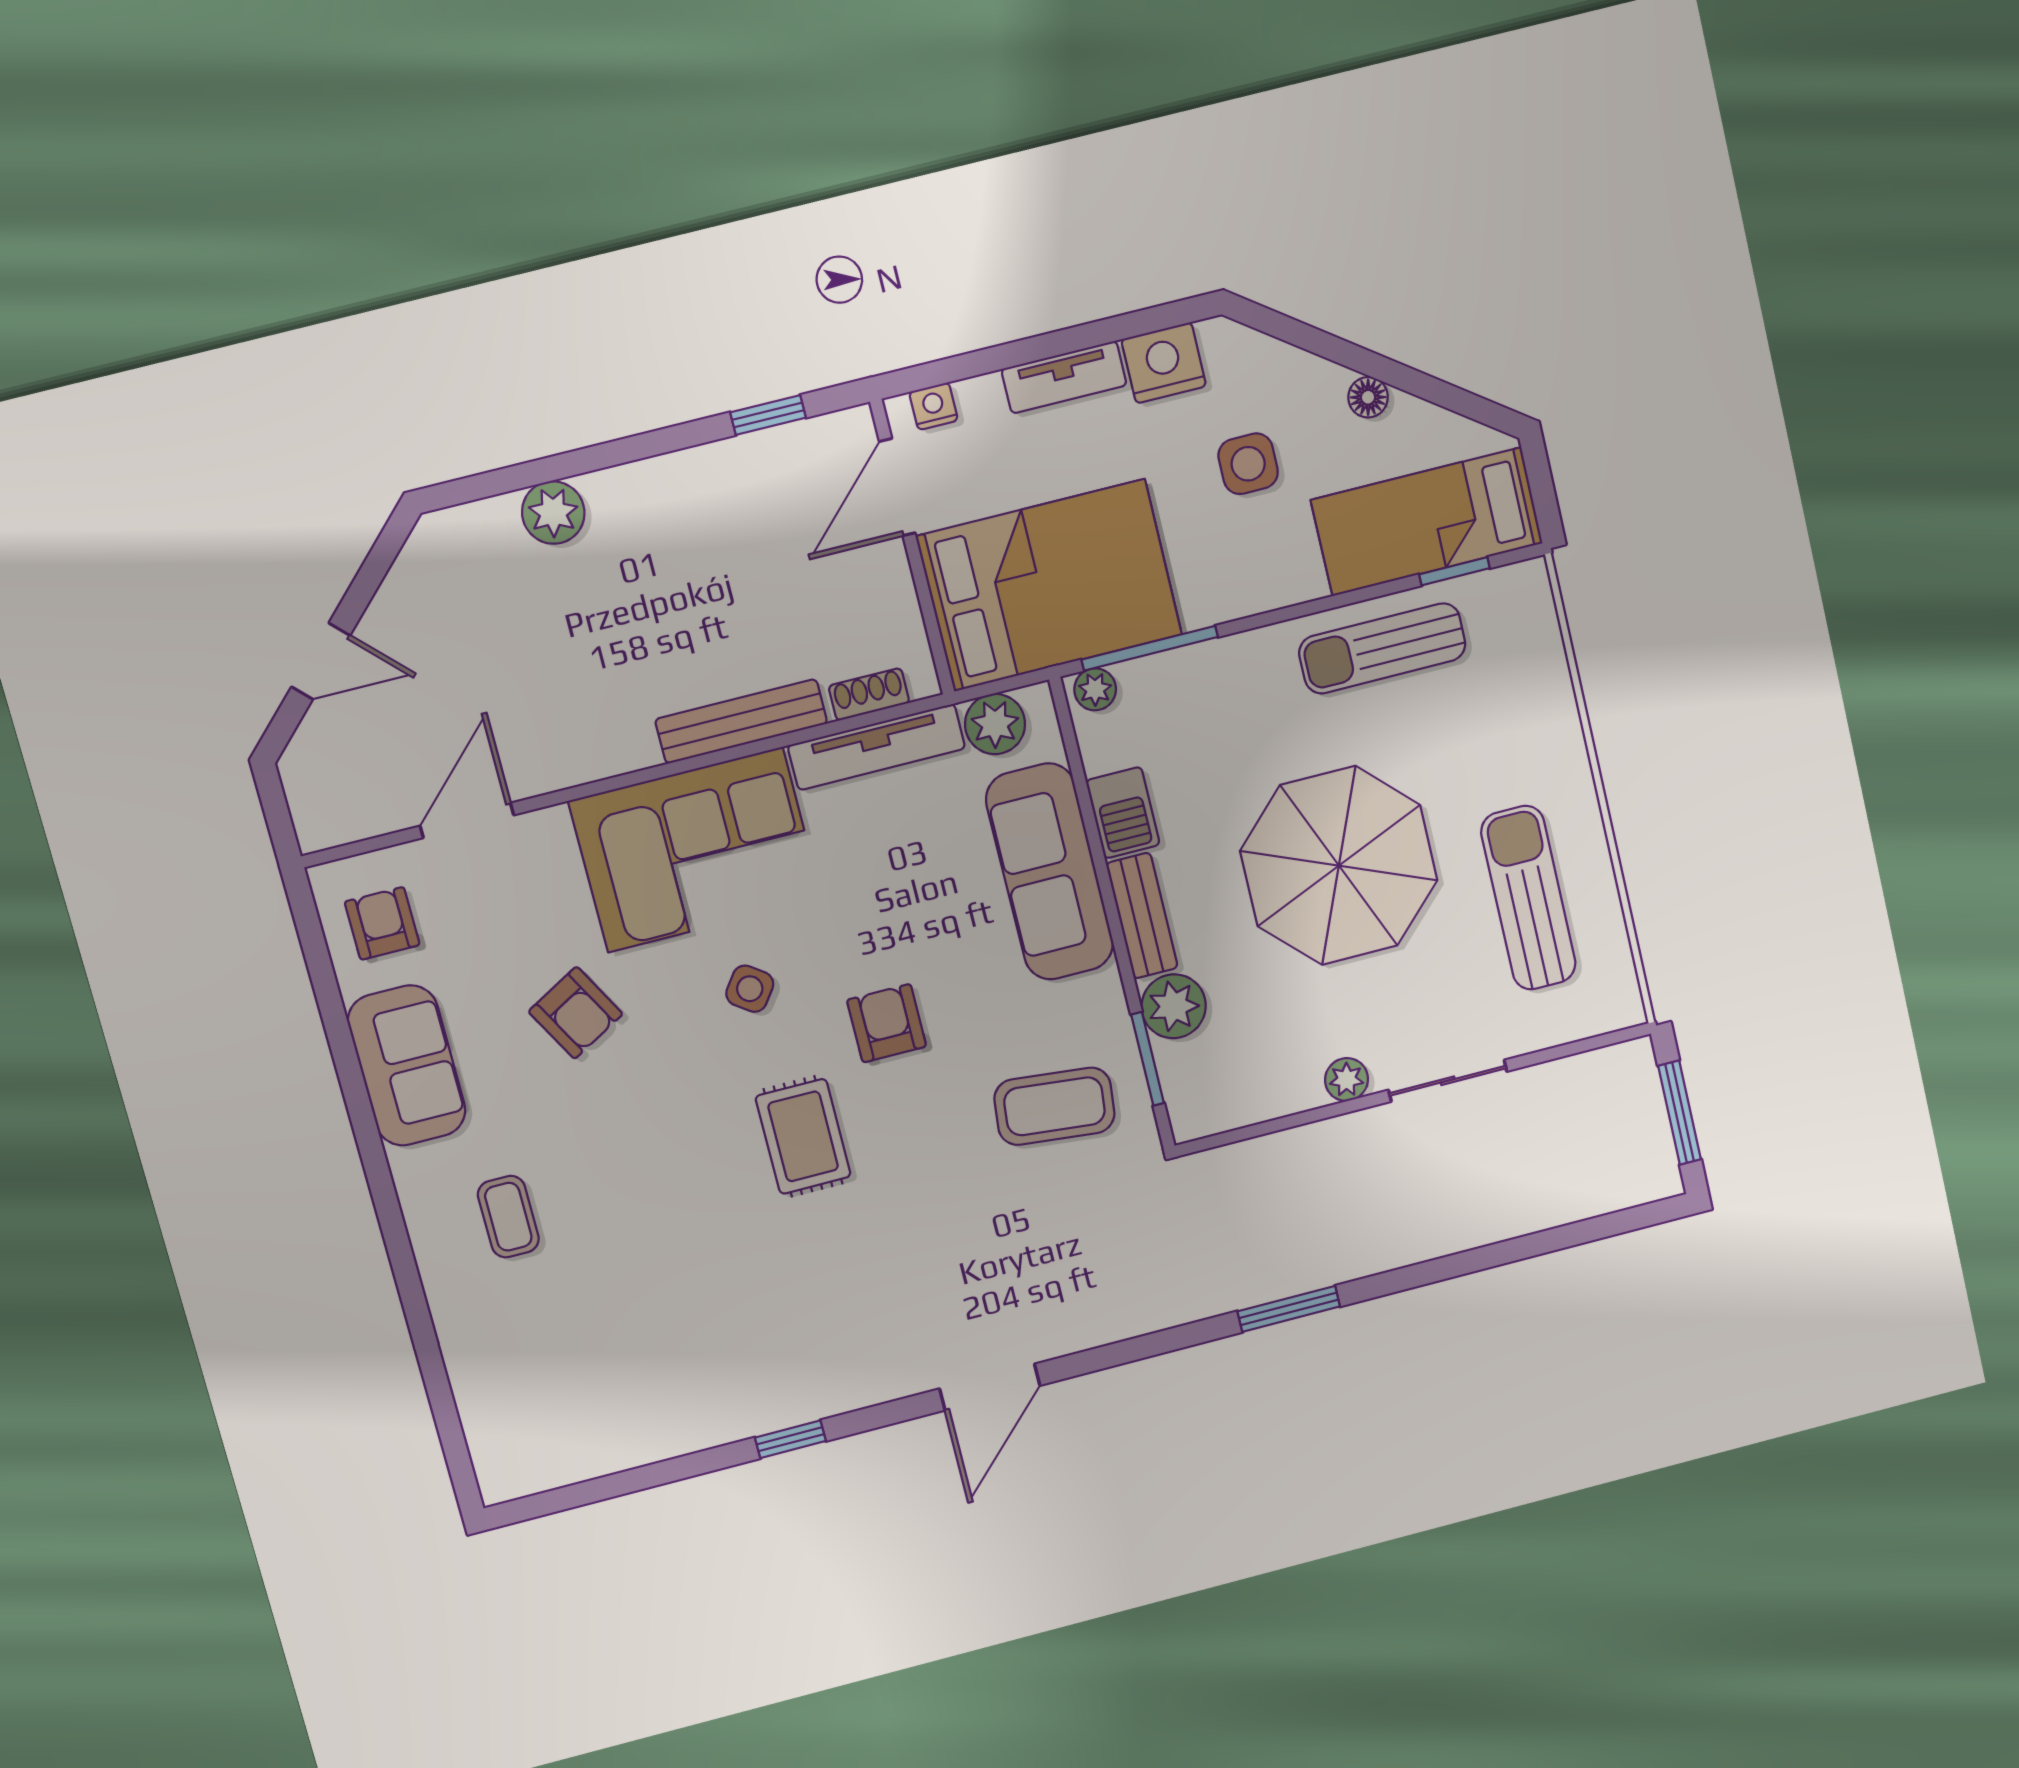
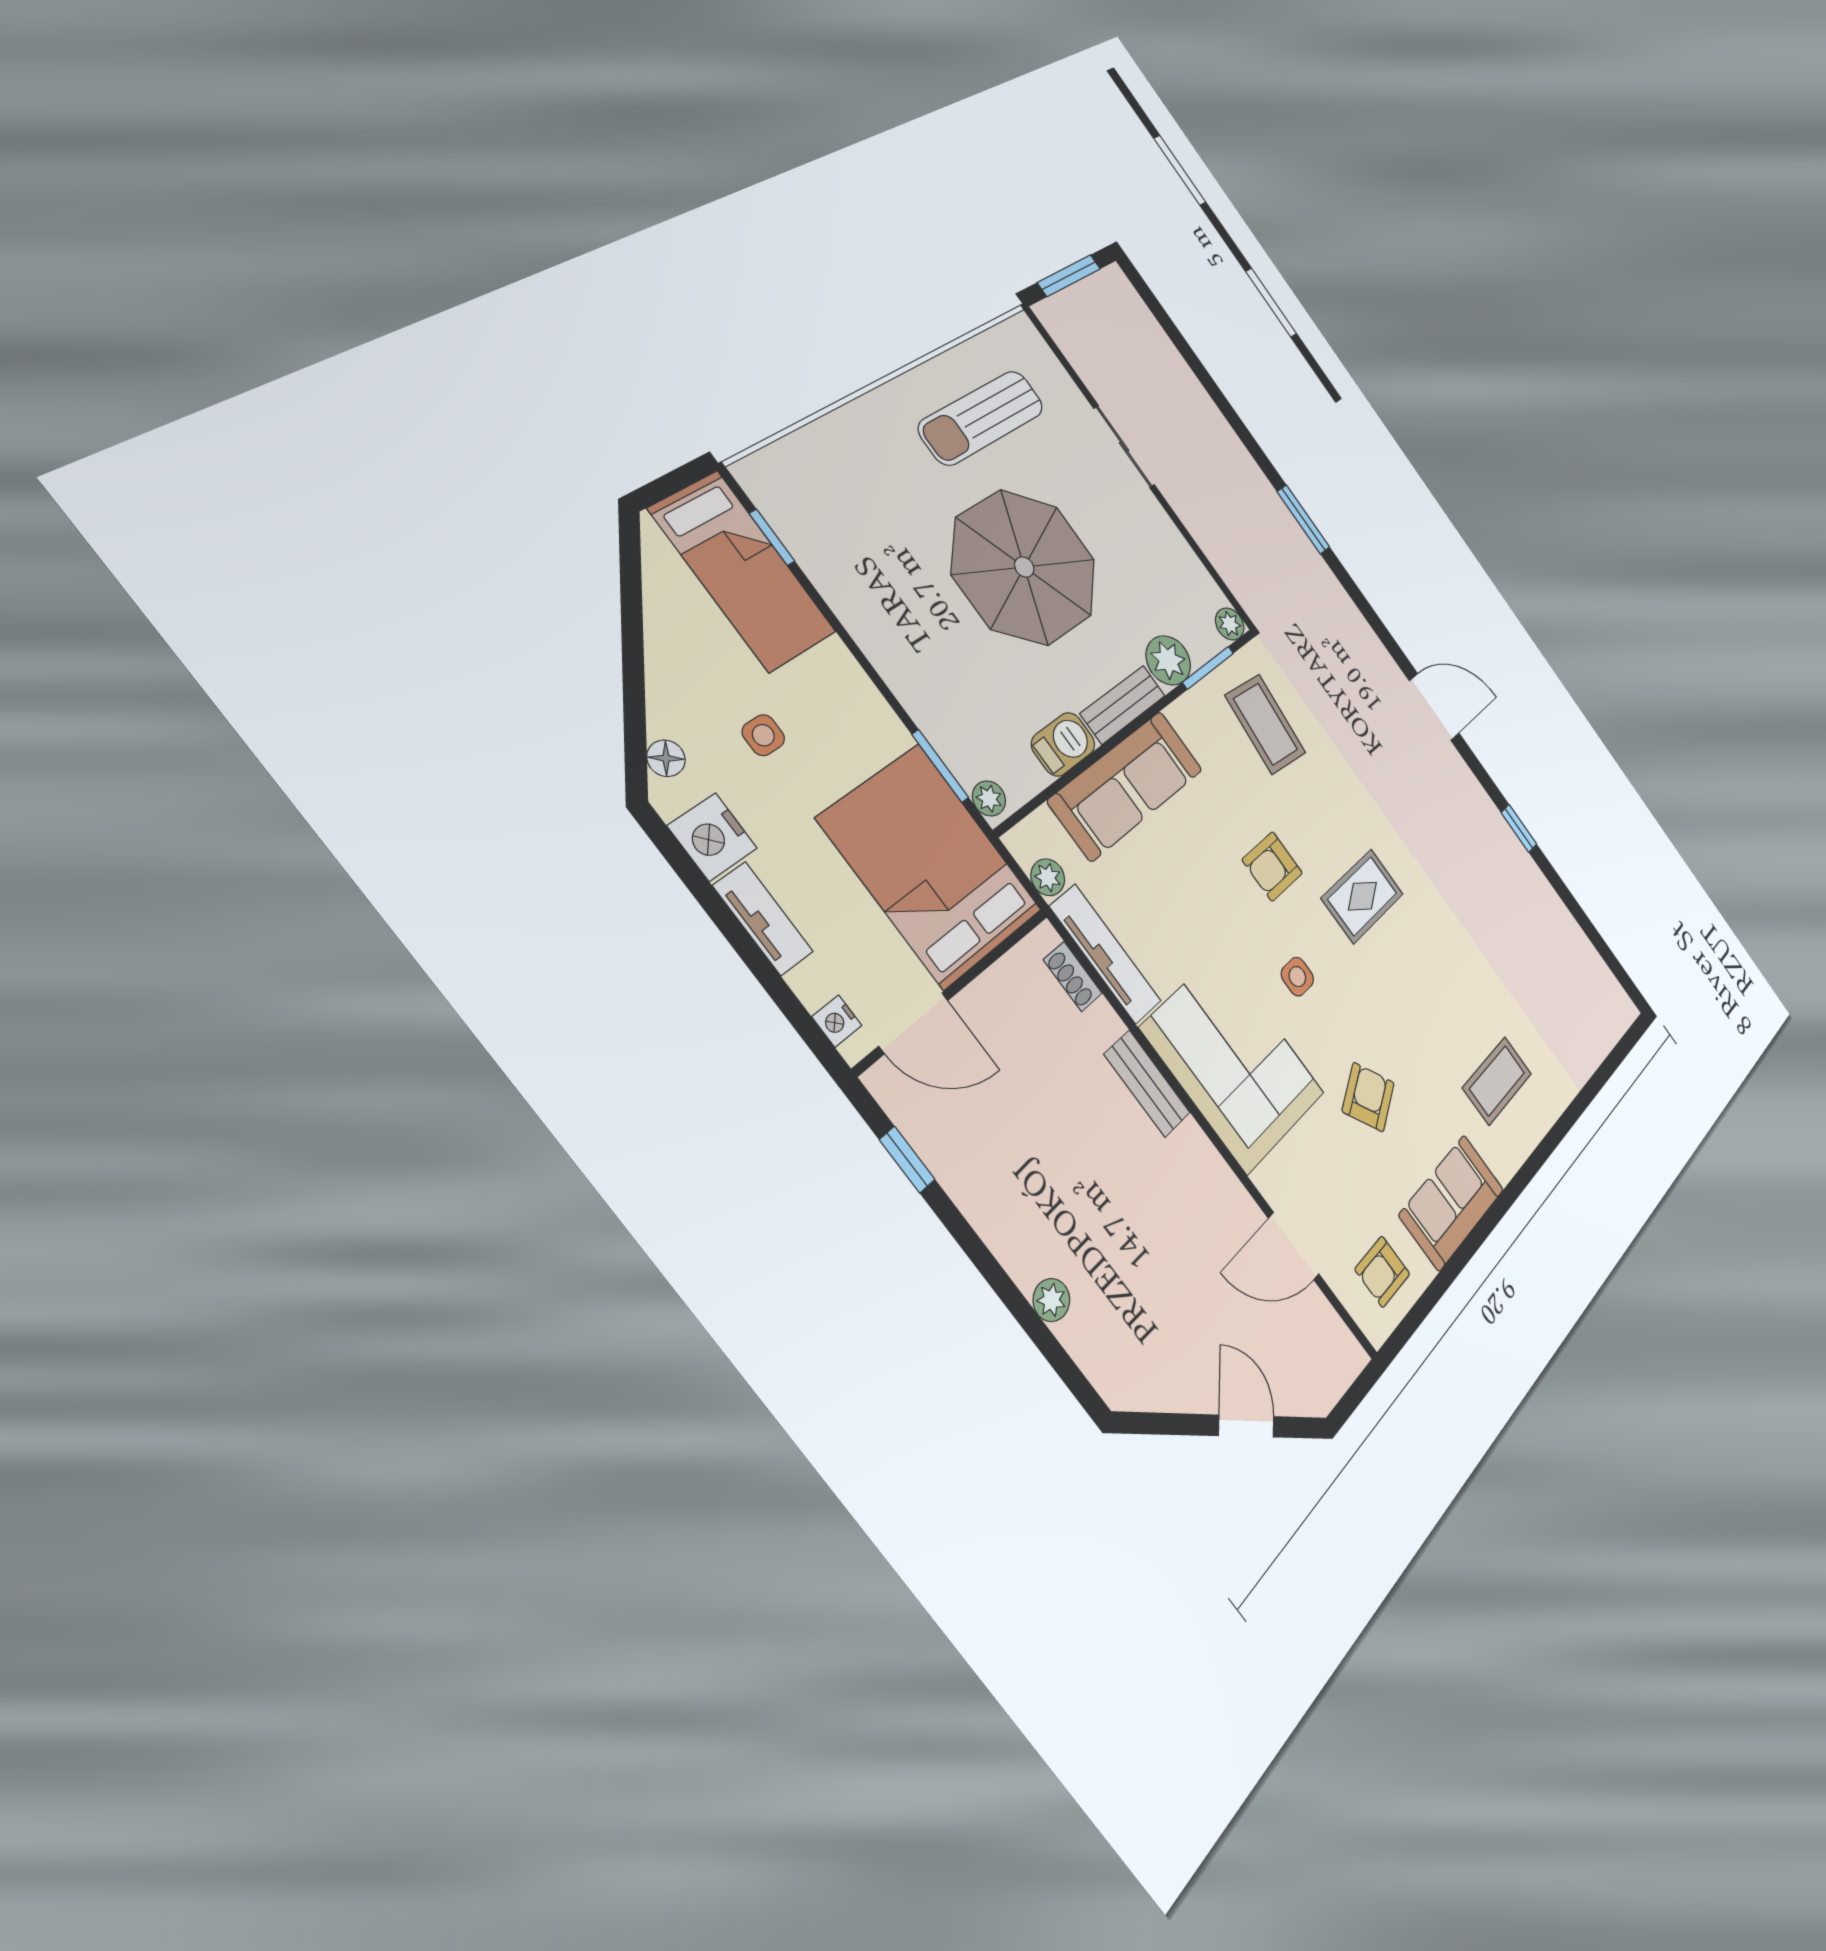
floor lamp: (1368, 397) -> (666, 758), moved
side table: (1248, 464) -> (763, 735), width x0.73, depth x0.73
plant: (553, 513) -> (1051, 1300), width x0.73, depth x0.73
window: (1150, 648) -> (940, 766), width x0.69
sun lounger: (1382, 648) -> (857, 579), removed
bench: (741, 721) -> (1147, 1084), width x0.73
plant: (995, 724) -> (1048, 877), width x0.73, depth x0.73
side table: (750, 989) -> (1297, 977), turned -36
plant: (1347, 1080) -> (1230, 624), moved
coffee table: (508, 1217) -> (1497, 1081), width x1.36, depth x1.30

